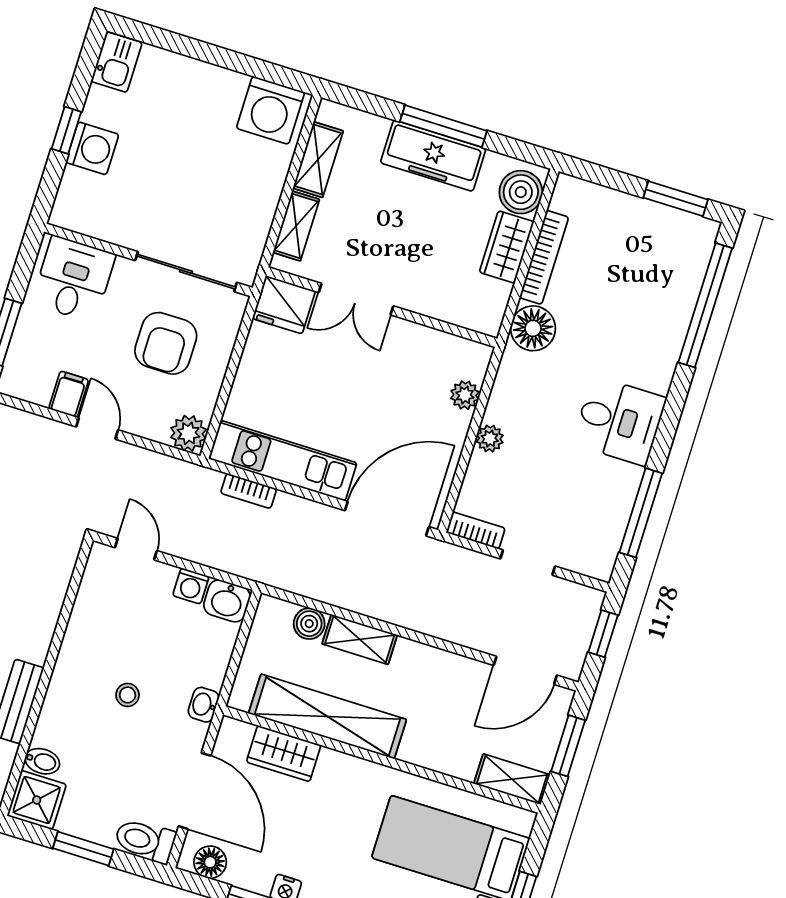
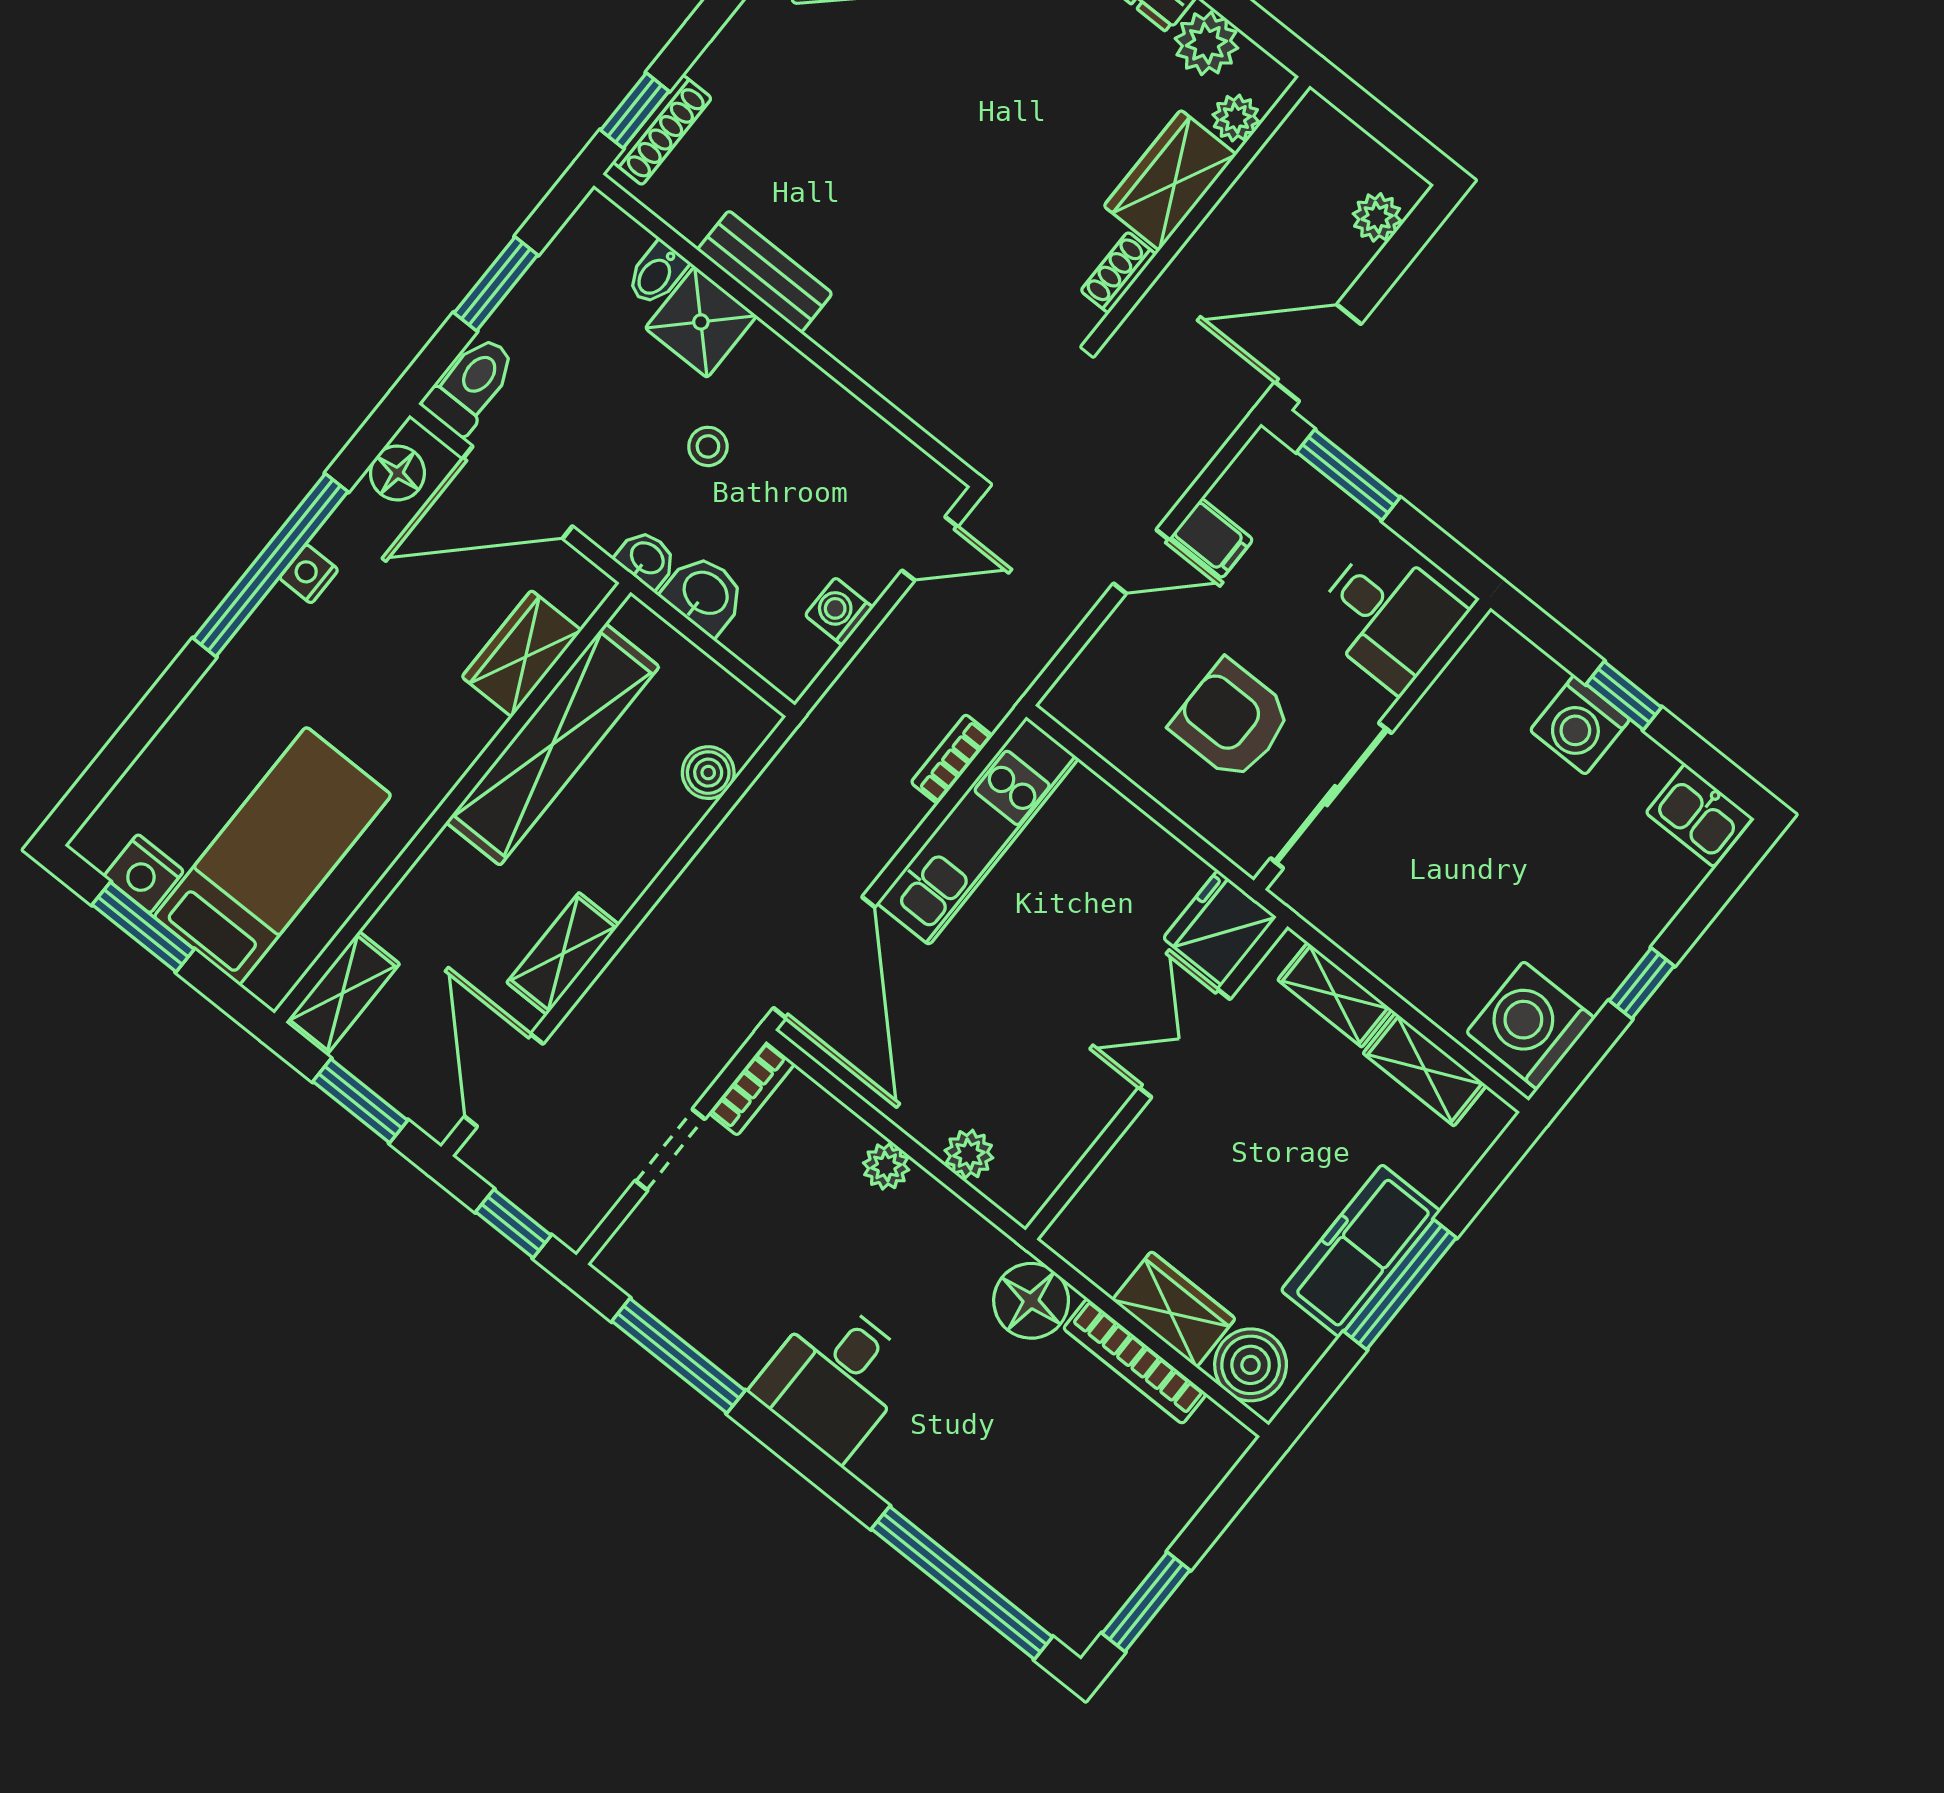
window: (223, 58) -> (1642, 983), added
plant: (188, 433) -> (1078, 701), removed
washbasin: (227, 601) -> (705, 594), moved, turned 90
shelving: (360, 639) -> (563, 954), moved
shower: (37, 800) -> (701, 322), moved

